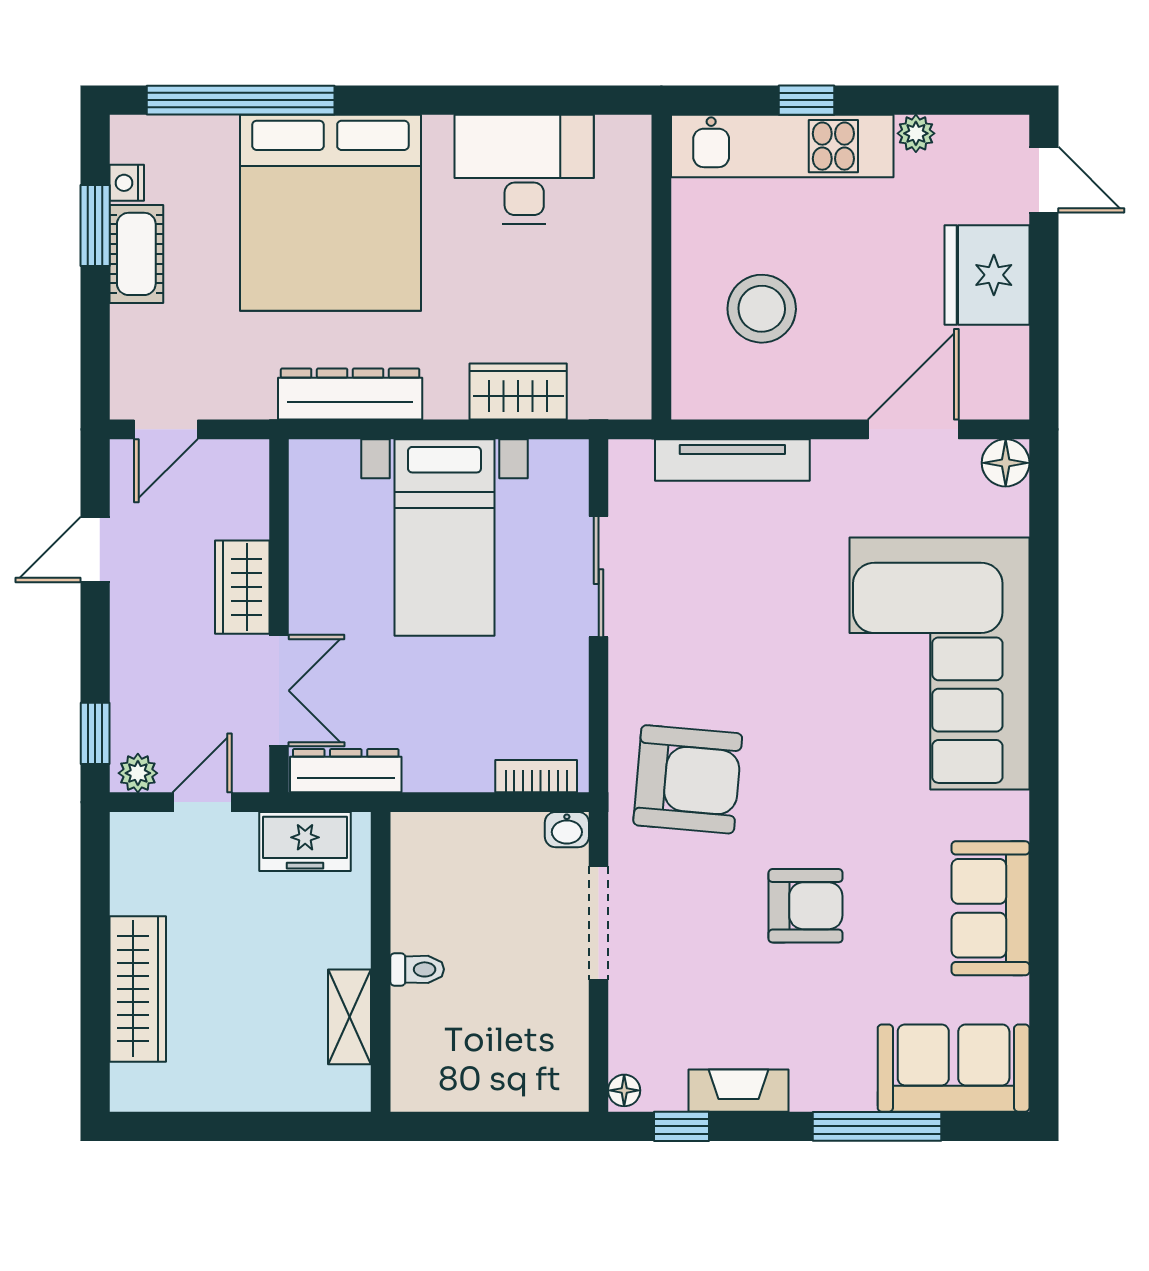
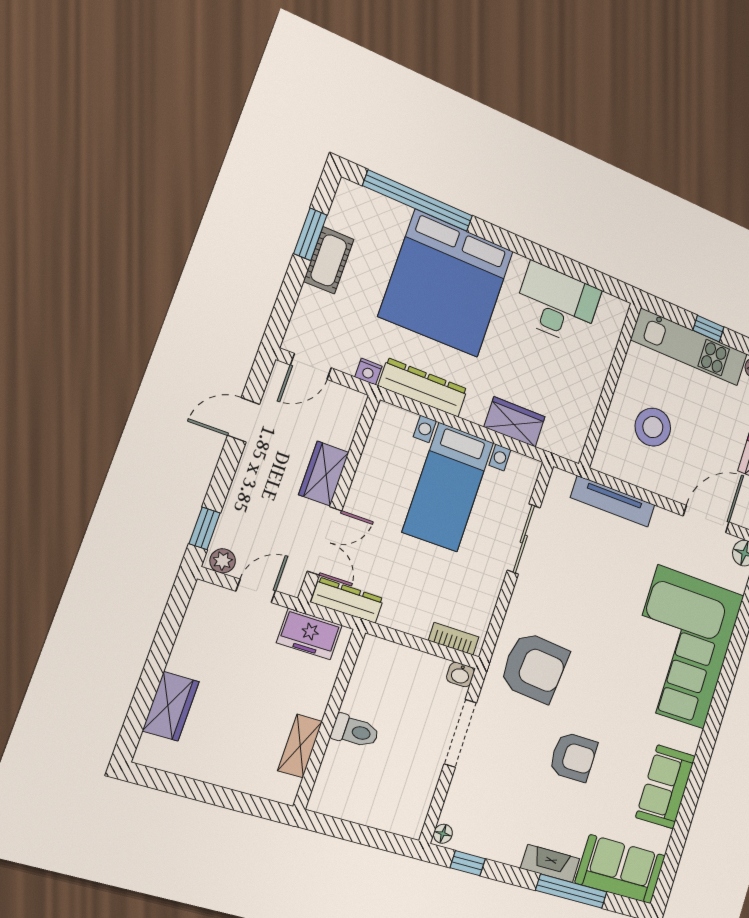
nightstand: (127, 183) -> (368, 372), moved, turned -90
toilet: (417, 969) -> (355, 731), width x1.37, depth x1.39
wardrobe: (138, 989) -> (171, 706), width x0.67
fireplace: (738, 1091) -> (550, 863), moved

